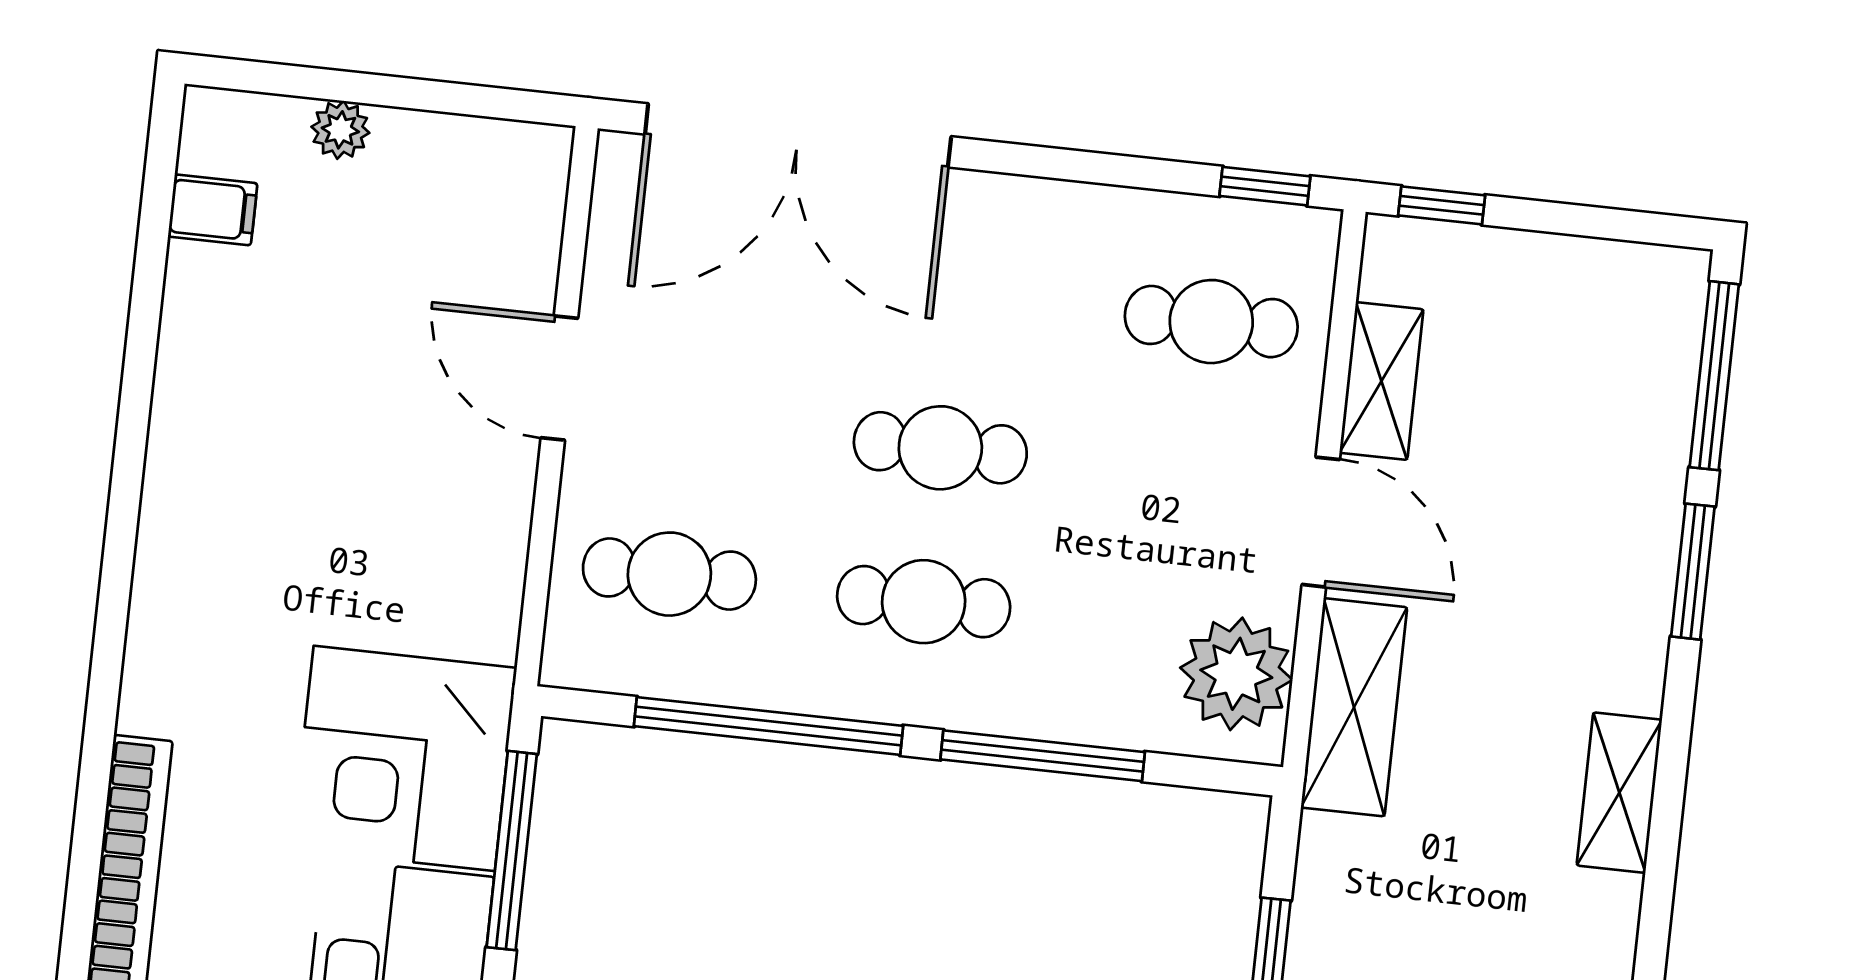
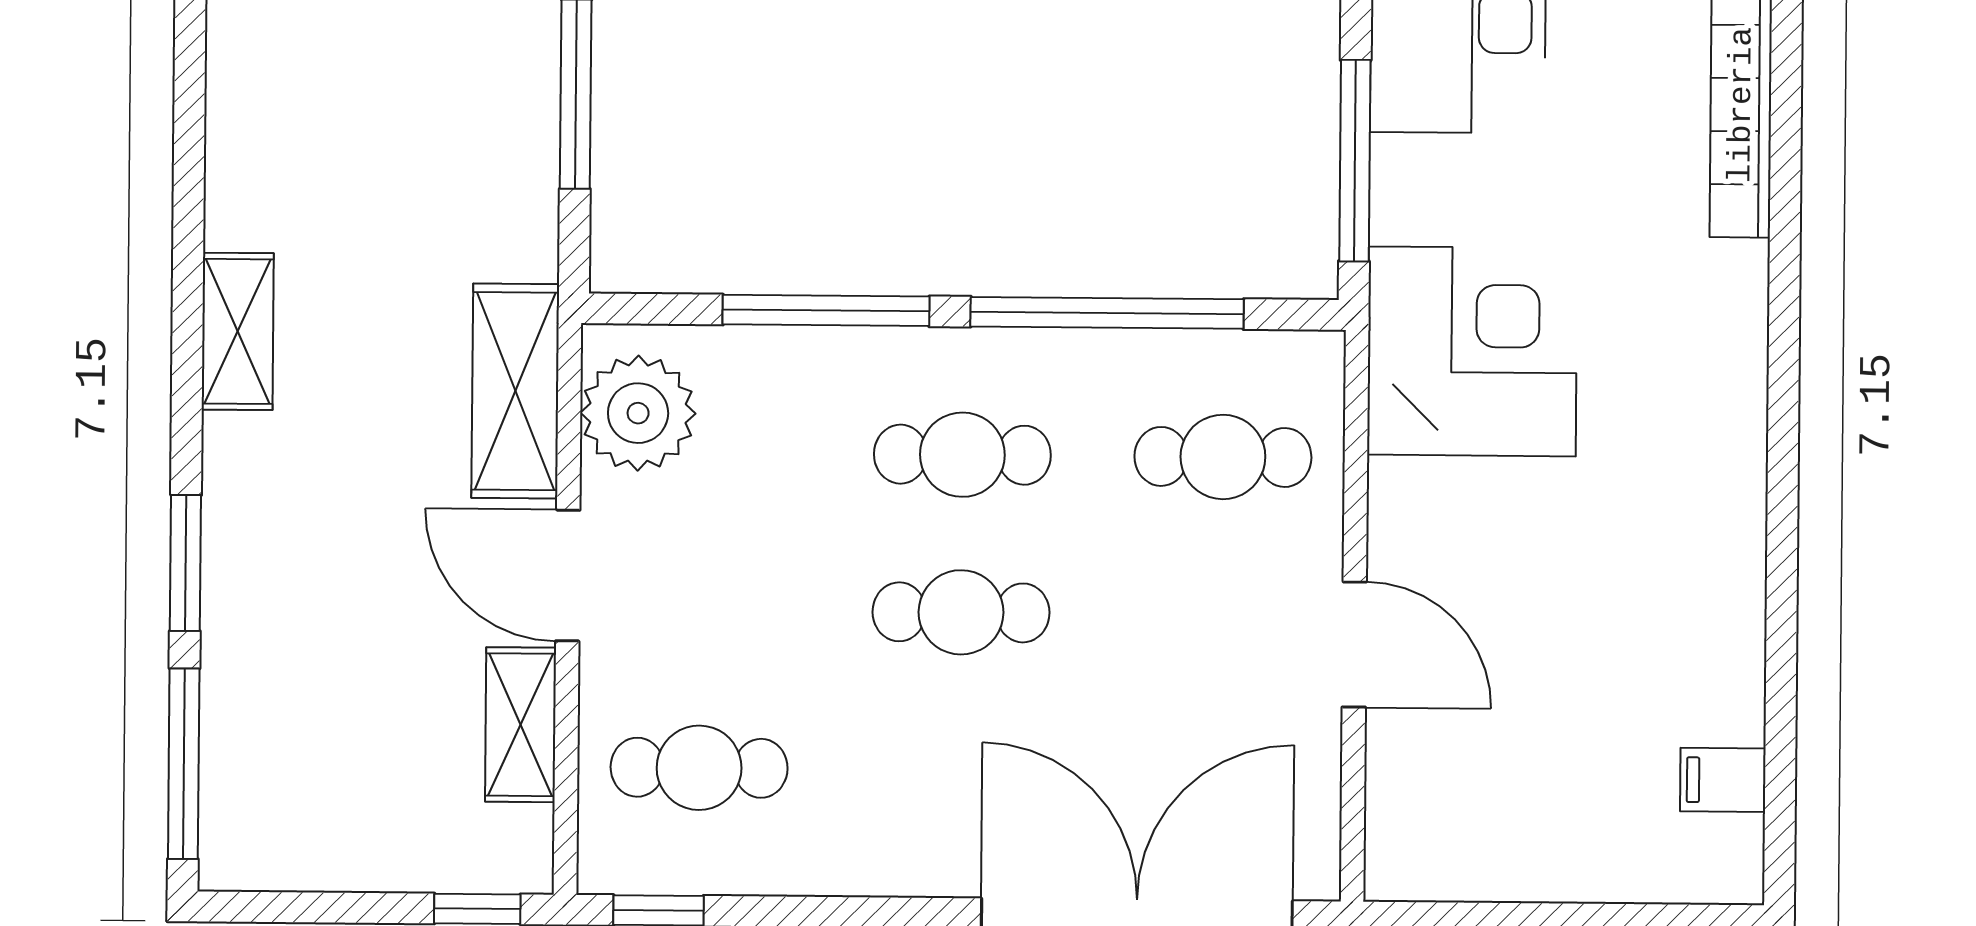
plant: (340, 130) -> (1601, 874), removed
corner desk: (404, 758) -> (1472, 351), moved

